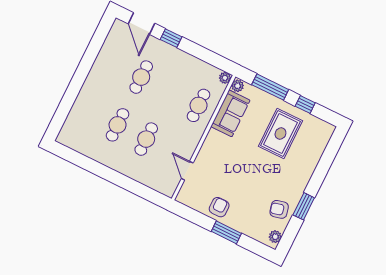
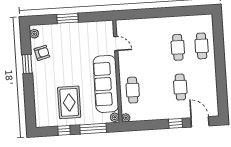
sofa: (230, 113) -> (106, 84), width x1.85, depth x1.27
cafe table: (146, 139) -> (202, 46), moved
armchair: (219, 207) -> (81, 32), removed

